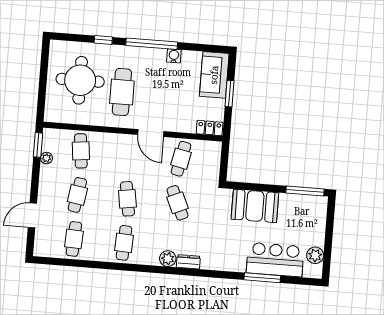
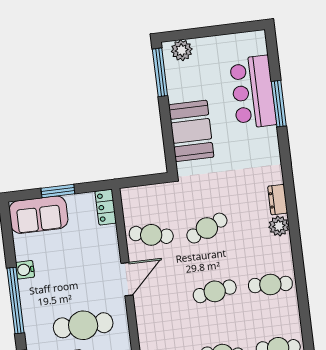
plant: (315, 255) -> (182, 50), moved

